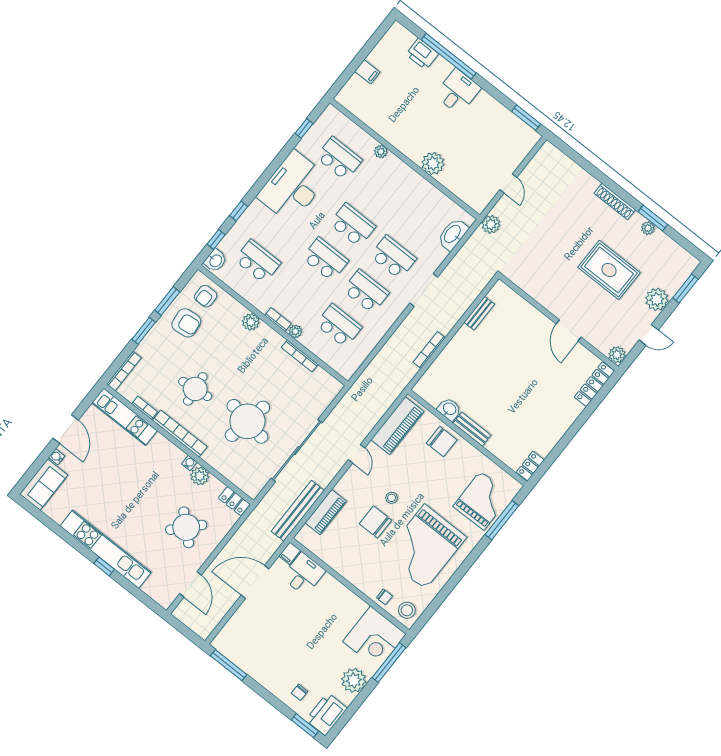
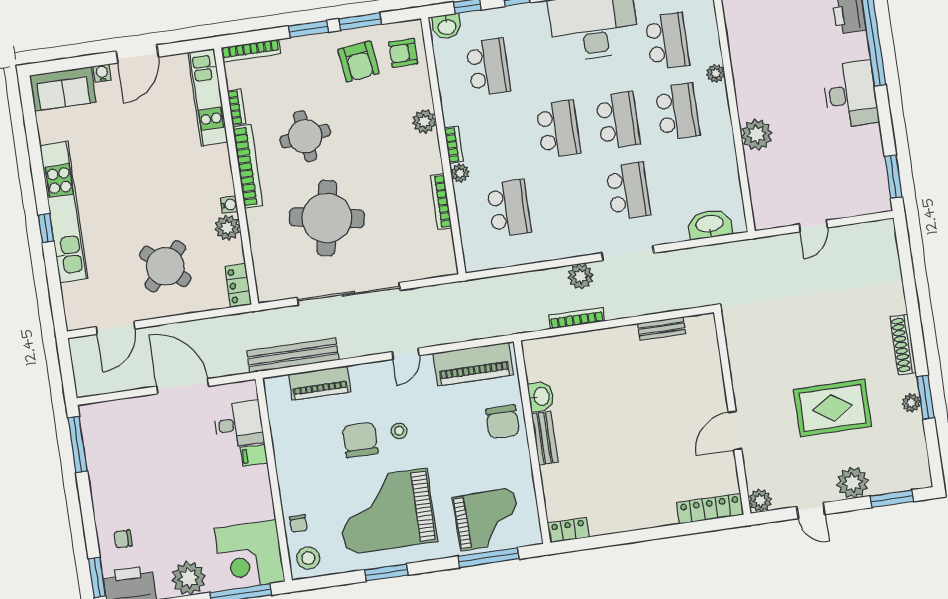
desk: (458, 92) -> (851, 94), width x1.37
plant: (491, 224) -> (581, 276), moved
rug: (609, 270) -> (832, 408), turned 90
school desk: (366, 291) -> (677, 112), moved
filing cabinet: (290, 553) -> (254, 455), moved
window: (455, 579) -> (387, 572), added

